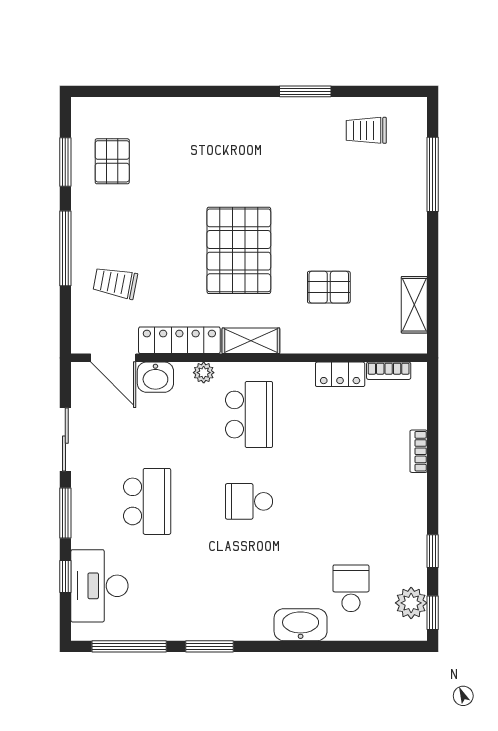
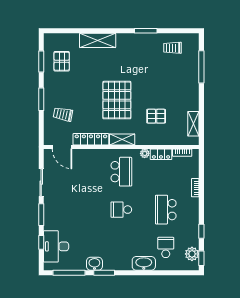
shelving: (195, 113) -> (98, 40), added
window: (65, 248) -> (41, 99), width x0.69
plant: (204, 373) -> (145, 153), moved
washbasin: (155, 377) -> (94, 264), moved, turned 180
school desk: (147, 501) -> (166, 210), moved, turned 180

